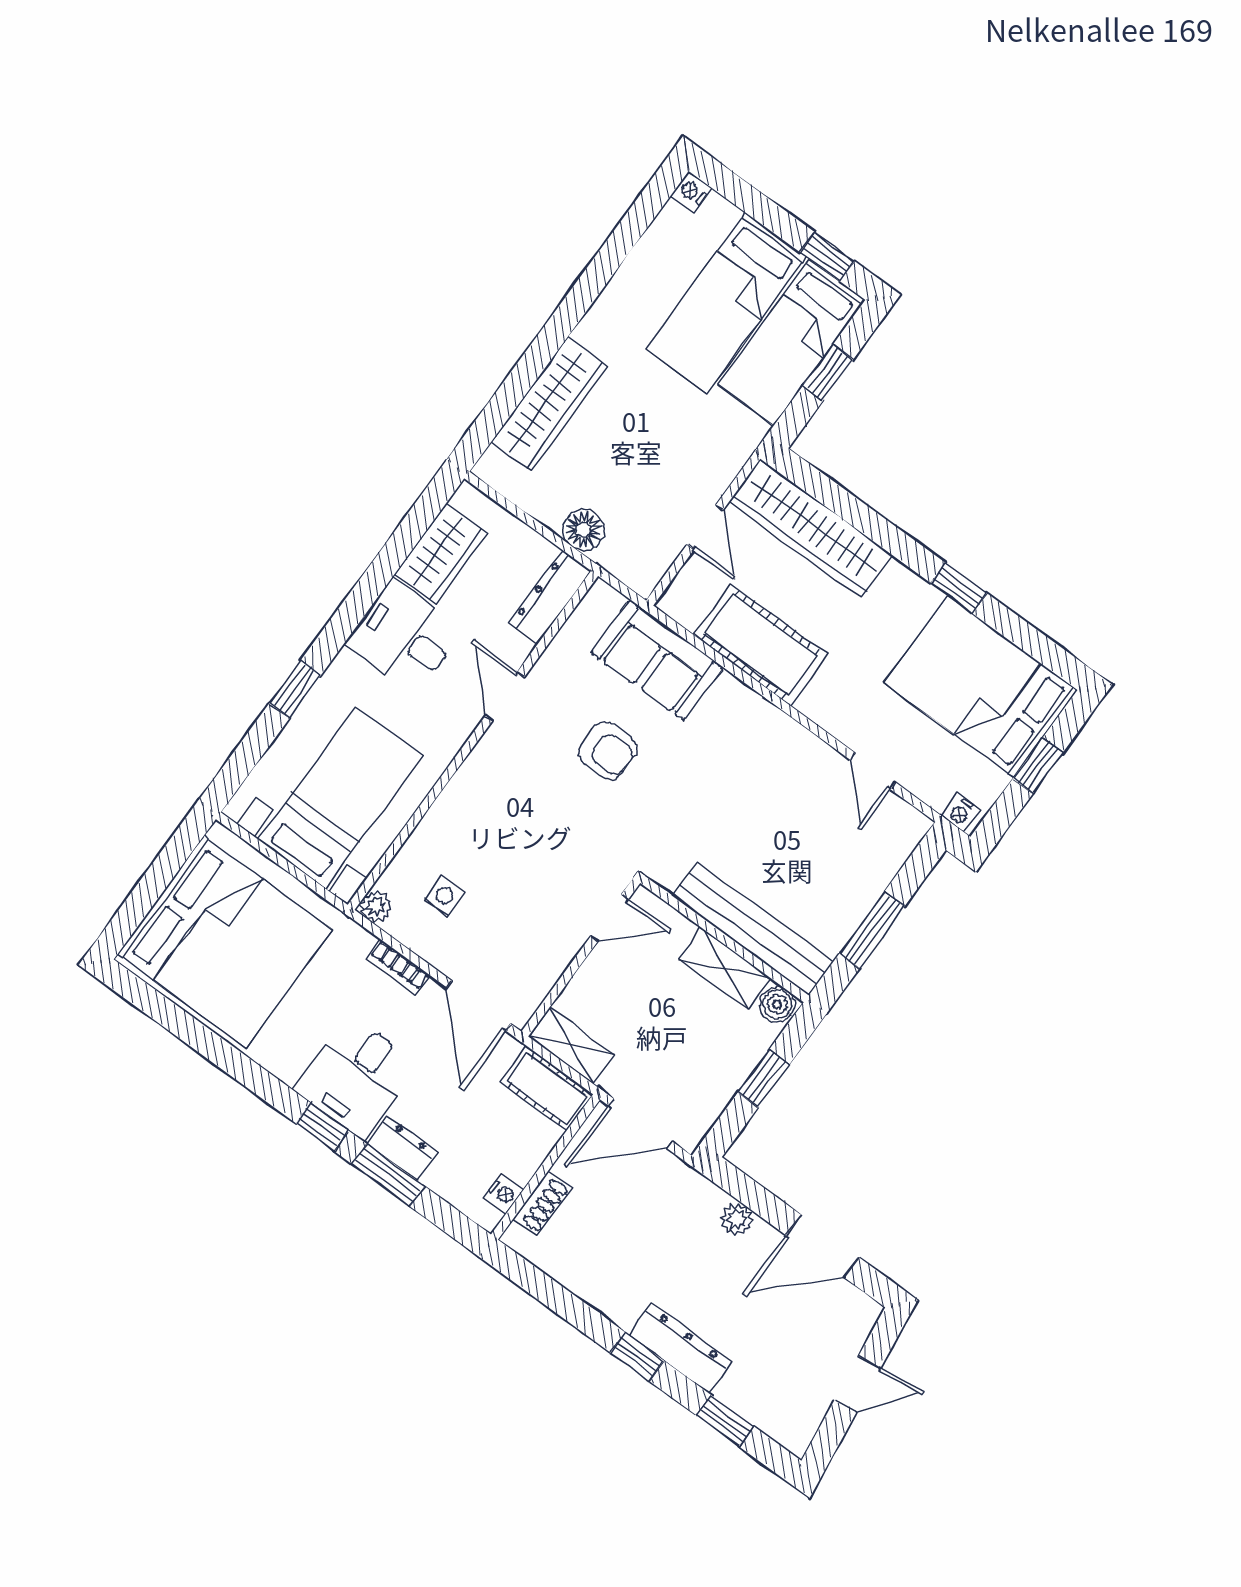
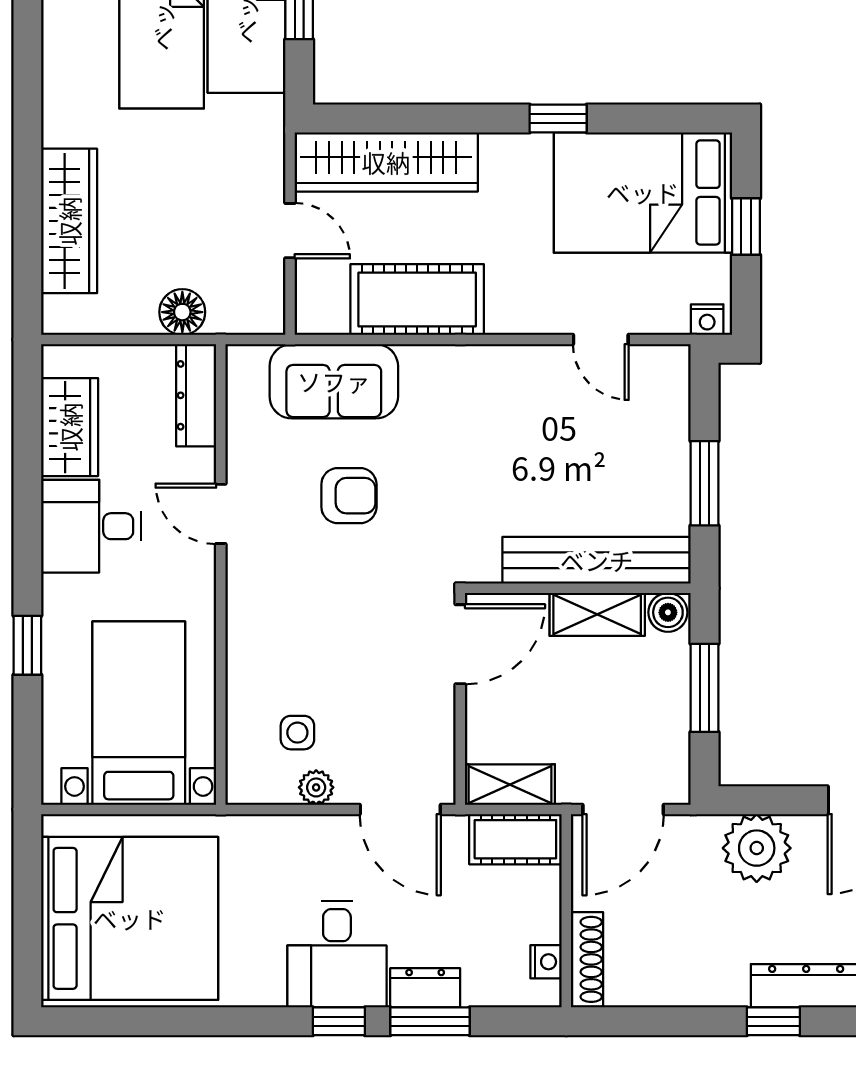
plant: (376, 906) -> (316, 787), moved
door: (610, 918) -> (460, 644), width x1.38
bookcase: (398, 967) -> (303, 828), removed
window: (764, 1078) -> (704, 688), width x1.50
shoe rack: (542, 1203) -> (587, 959), width x1.43
plant: (737, 1219) -> (757, 848), width x1.87, depth x1.87

